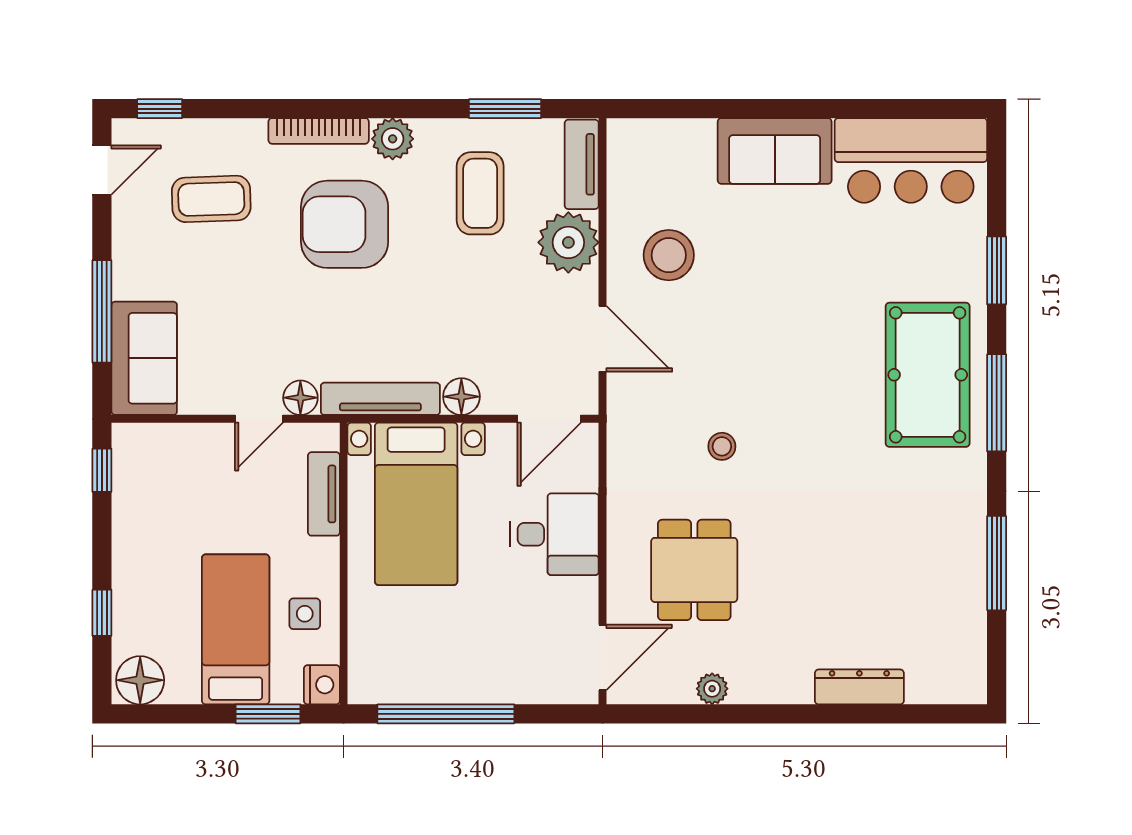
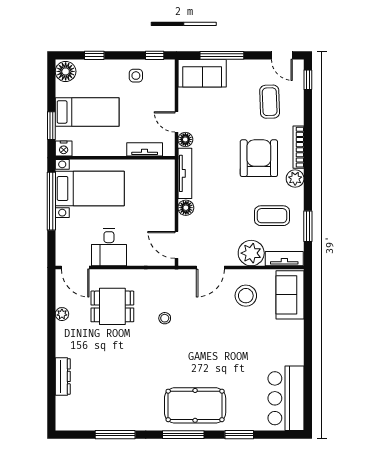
sofa: (775, 151) -> (290, 295), moved
bed with nightstands: (416, 504) -> (90, 189), moved, turned 180
desk: (555, 534) -> (109, 247), moved
side table: (305, 614) -> (136, 76), moved

